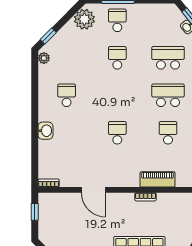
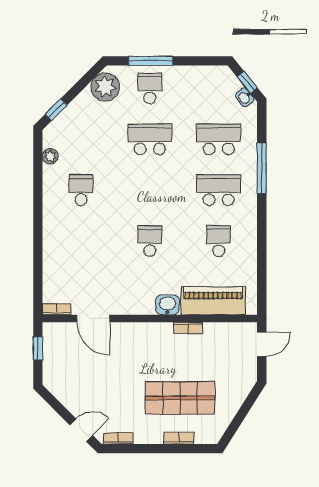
plant: (44, 58) -> (50, 156), moved
school desk: (117, 58) -> (150, 139), width x1.85
washbasin: (45, 131) -> (167, 305), moved, turned -90
piano: (158, 179) -> (213, 301), width x1.37, depth x1.33
door: (93, 190) -> (93, 319), moved

